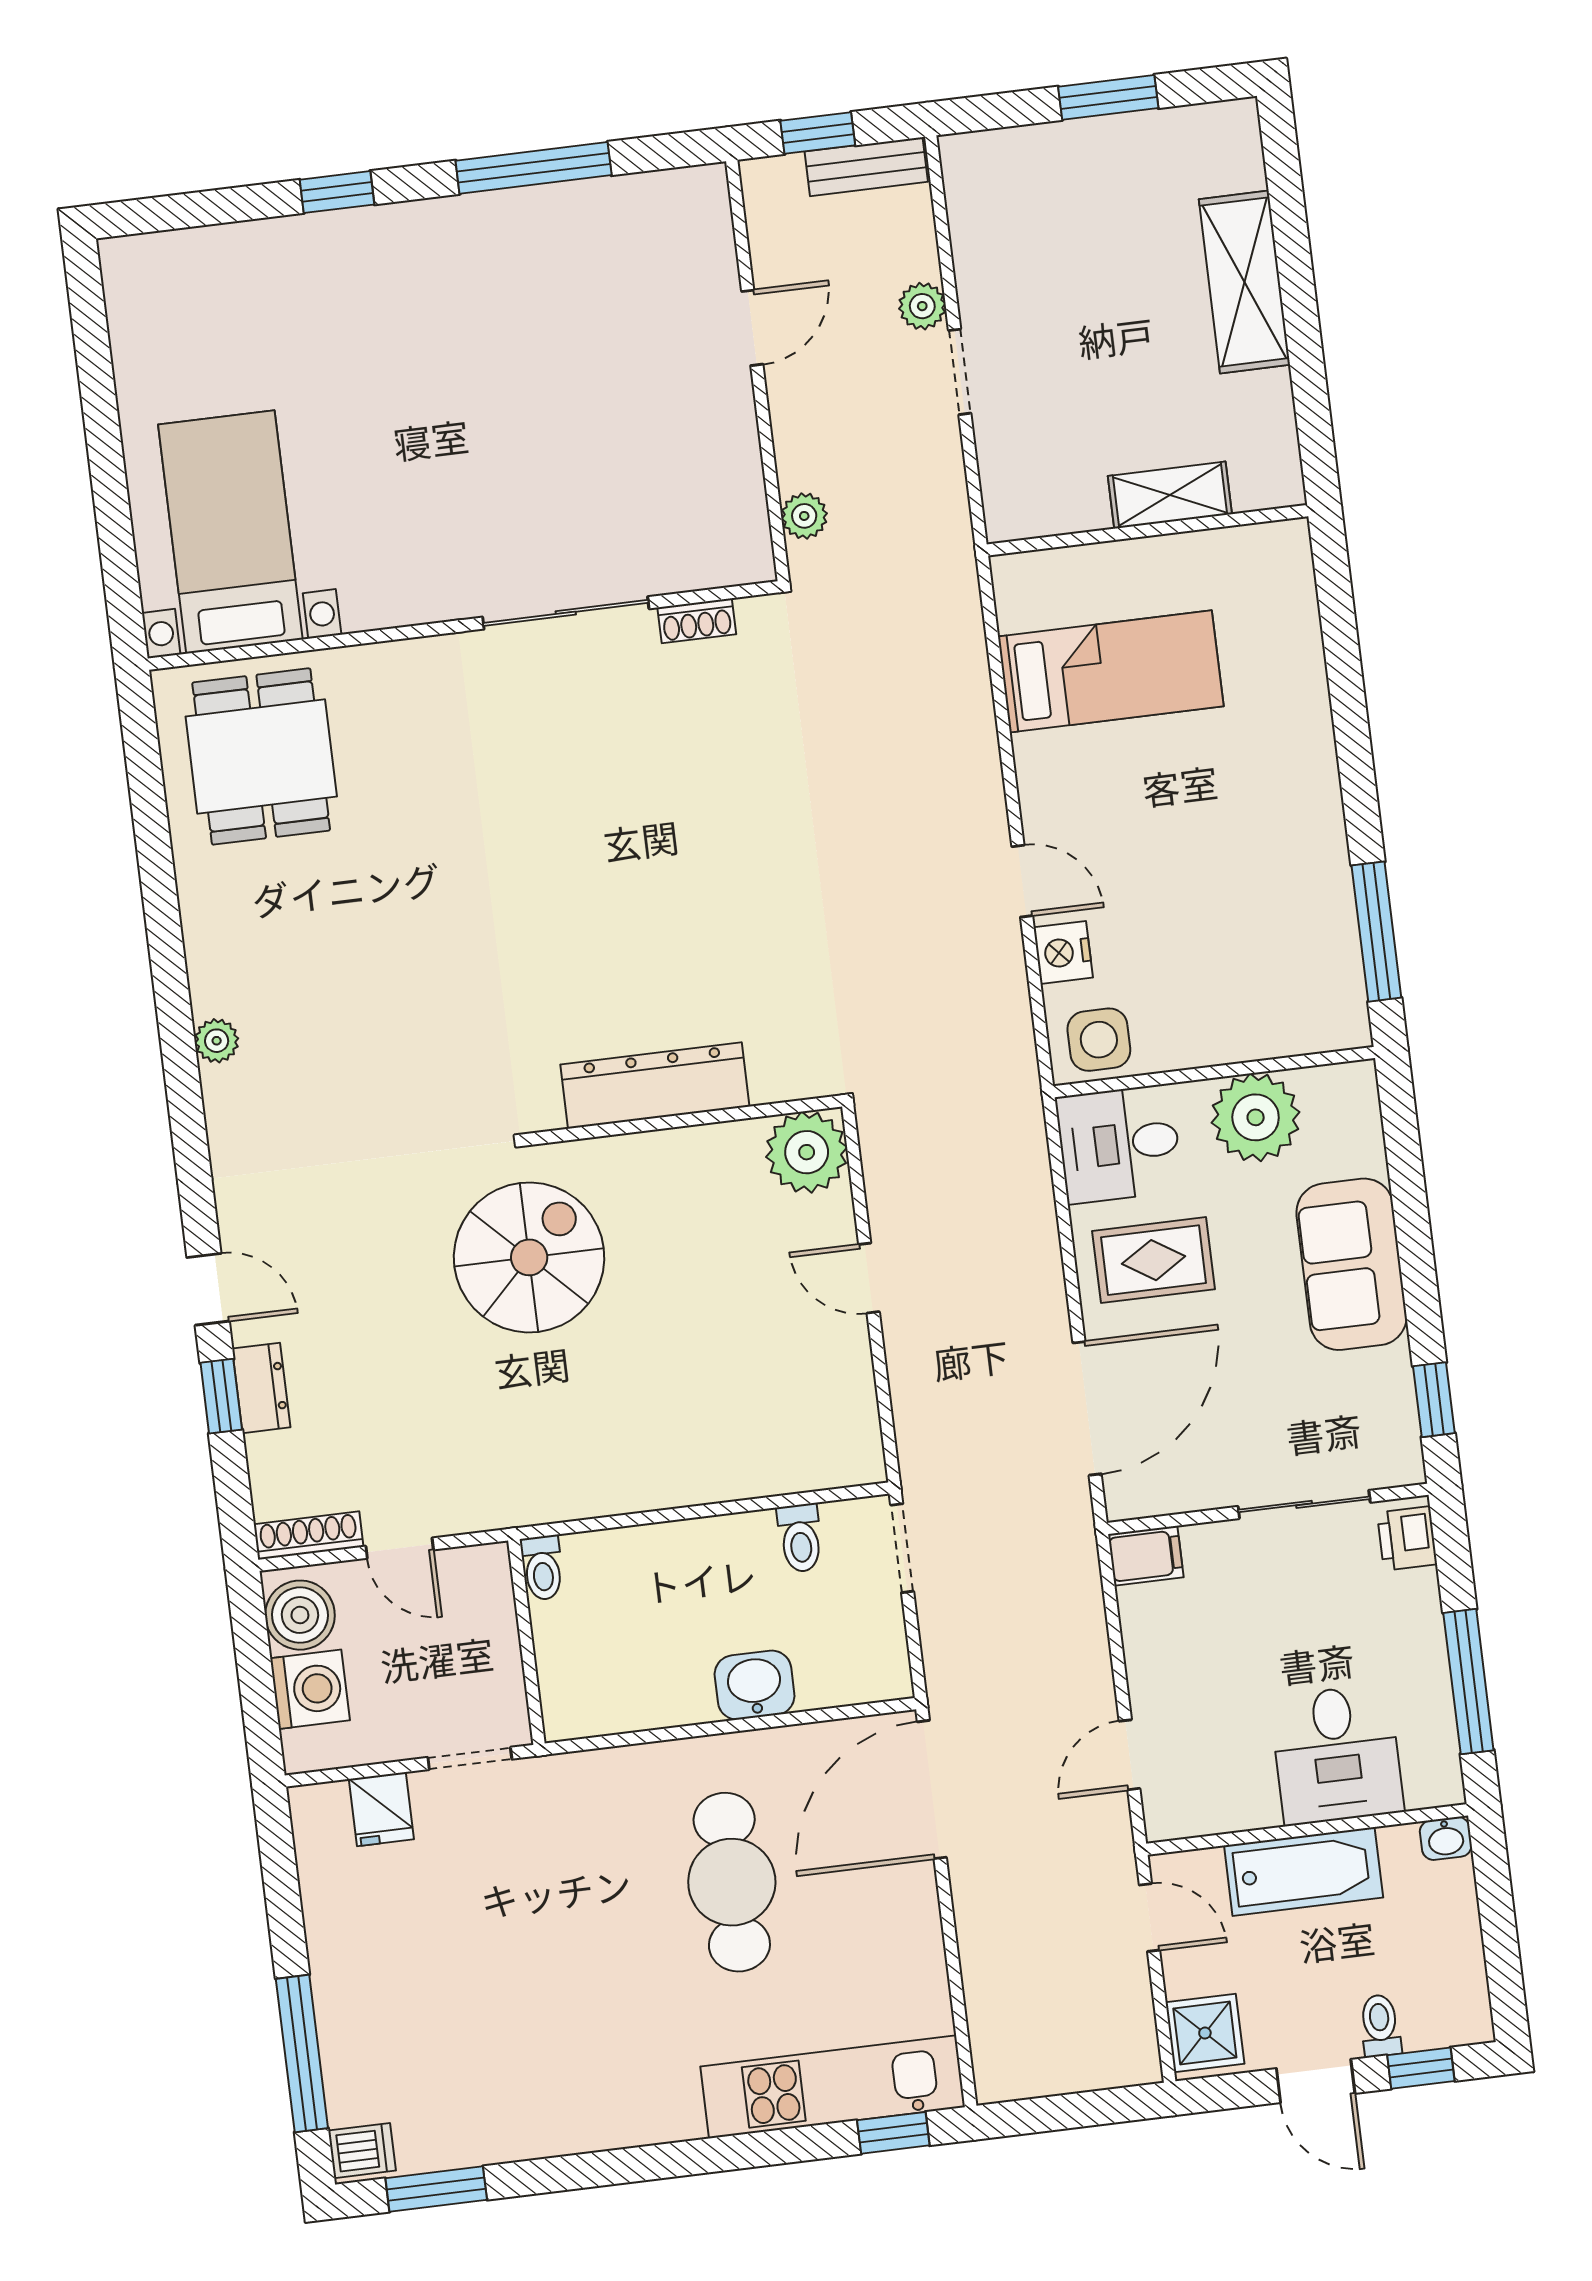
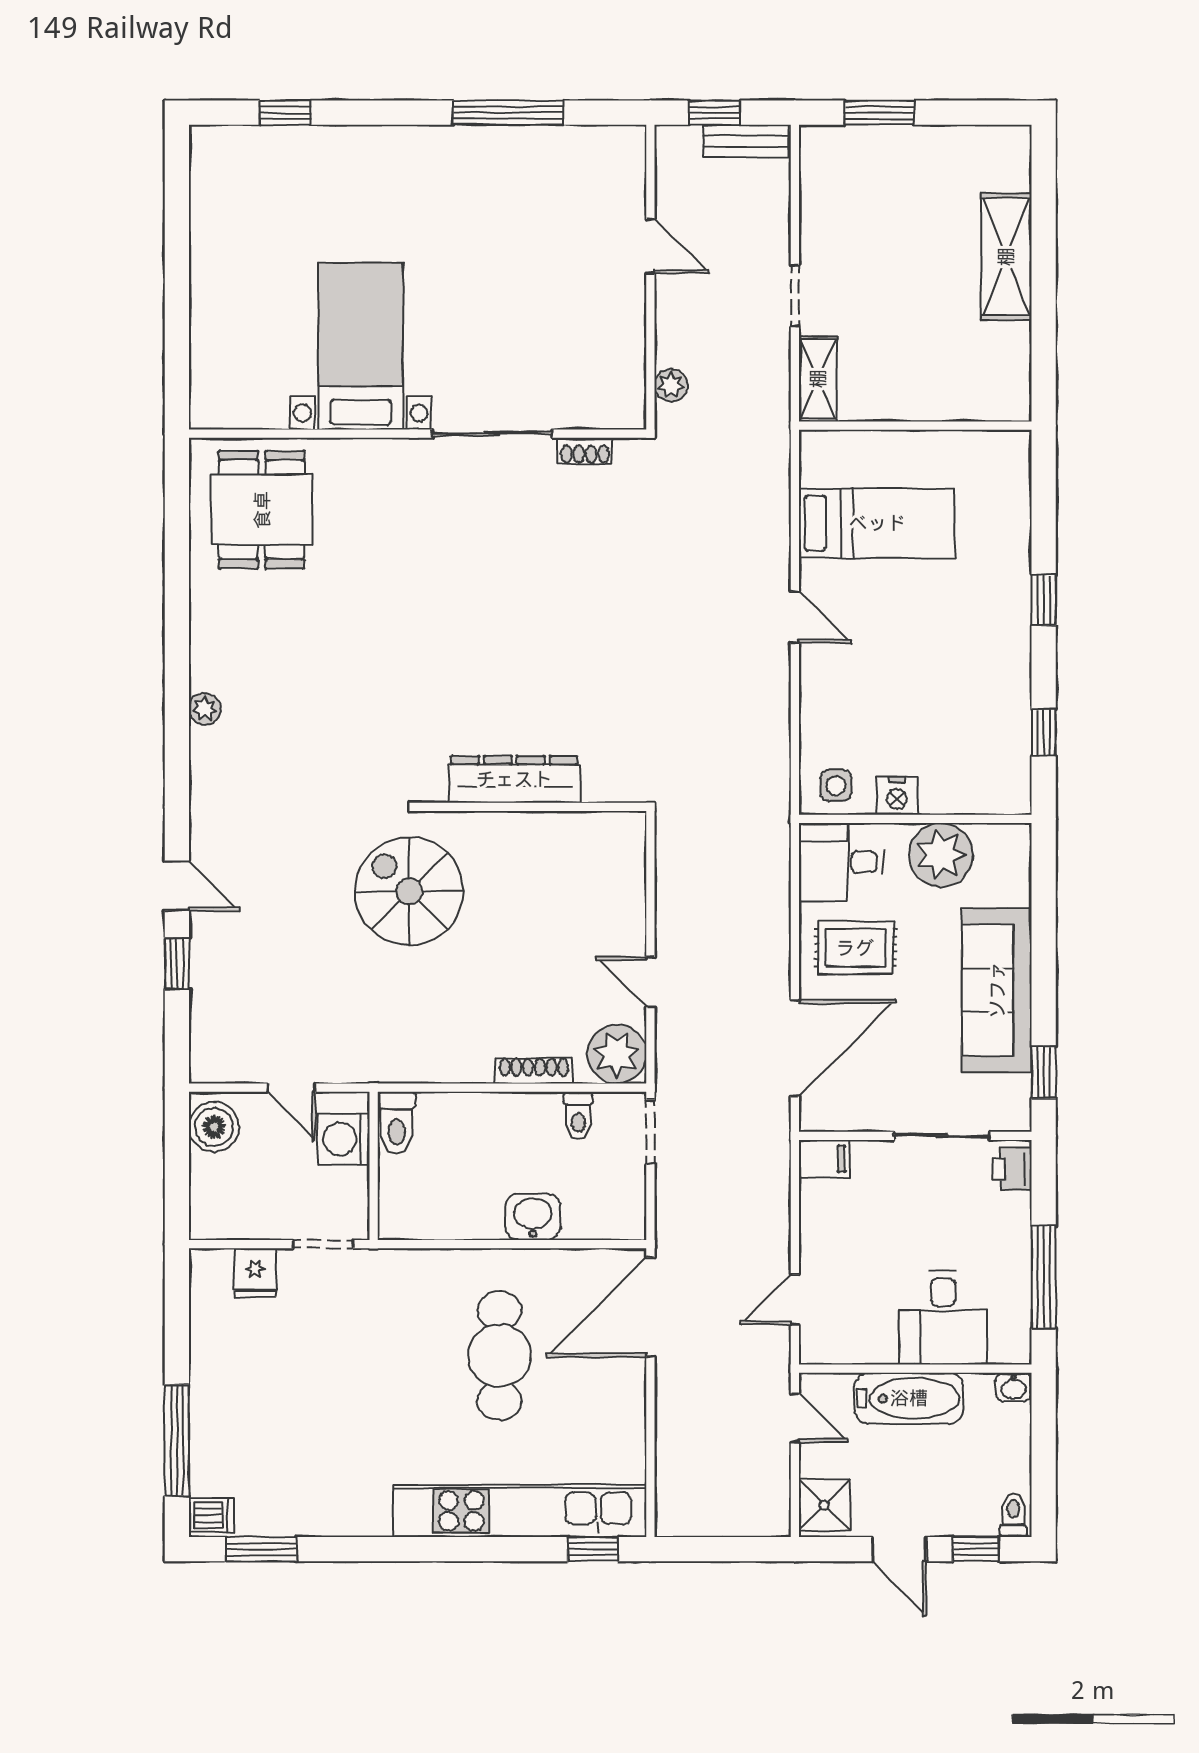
window: (1108, 97) -> (879, 113), moved
window: (337, 192) -> (285, 113), moved
plant: (922, 306) -> (774, 246), removed
door: (752, 328) -> (650, 246), hinge flipped
shelving: (1170, 495) -> (818, 379), moved, turned 90
bed with nightstands: (230, 532) -> (361, 346), moved
window: (1354, 749) -> (1044, 600), added
door: (1022, 881) -> (795, 617), moved
window: (1376, 932) -> (1044, 733), width x0.46
nightstand: (1063, 952) -> (897, 796), moved, turned -90
side table: (1099, 1040) -> (836, 786), width x0.73, depth x0.73
plant: (807, 1152) -> (617, 1054), moved
spiral stairs: (529, 1257) -> (409, 891), turned -90
sofa: (1352, 1264) -> (997, 990), width x1.36
door: (869, 1278) -> (650, 982), moved
dresser: (261, 1388) -> (206, 961), removed
shoe rack: (309, 1535) -> (534, 1071), moved
toilet: (542, 1568) -> (397, 1123), width x1.37, depth x1.39
washing machine: (310, 1689) -> (344, 1139), moved, turned 180
toilet: (1380, 2026) -> (1013, 1515), moved
kitchen unit: (833, 2087) -> (520, 1511), width x1.36

